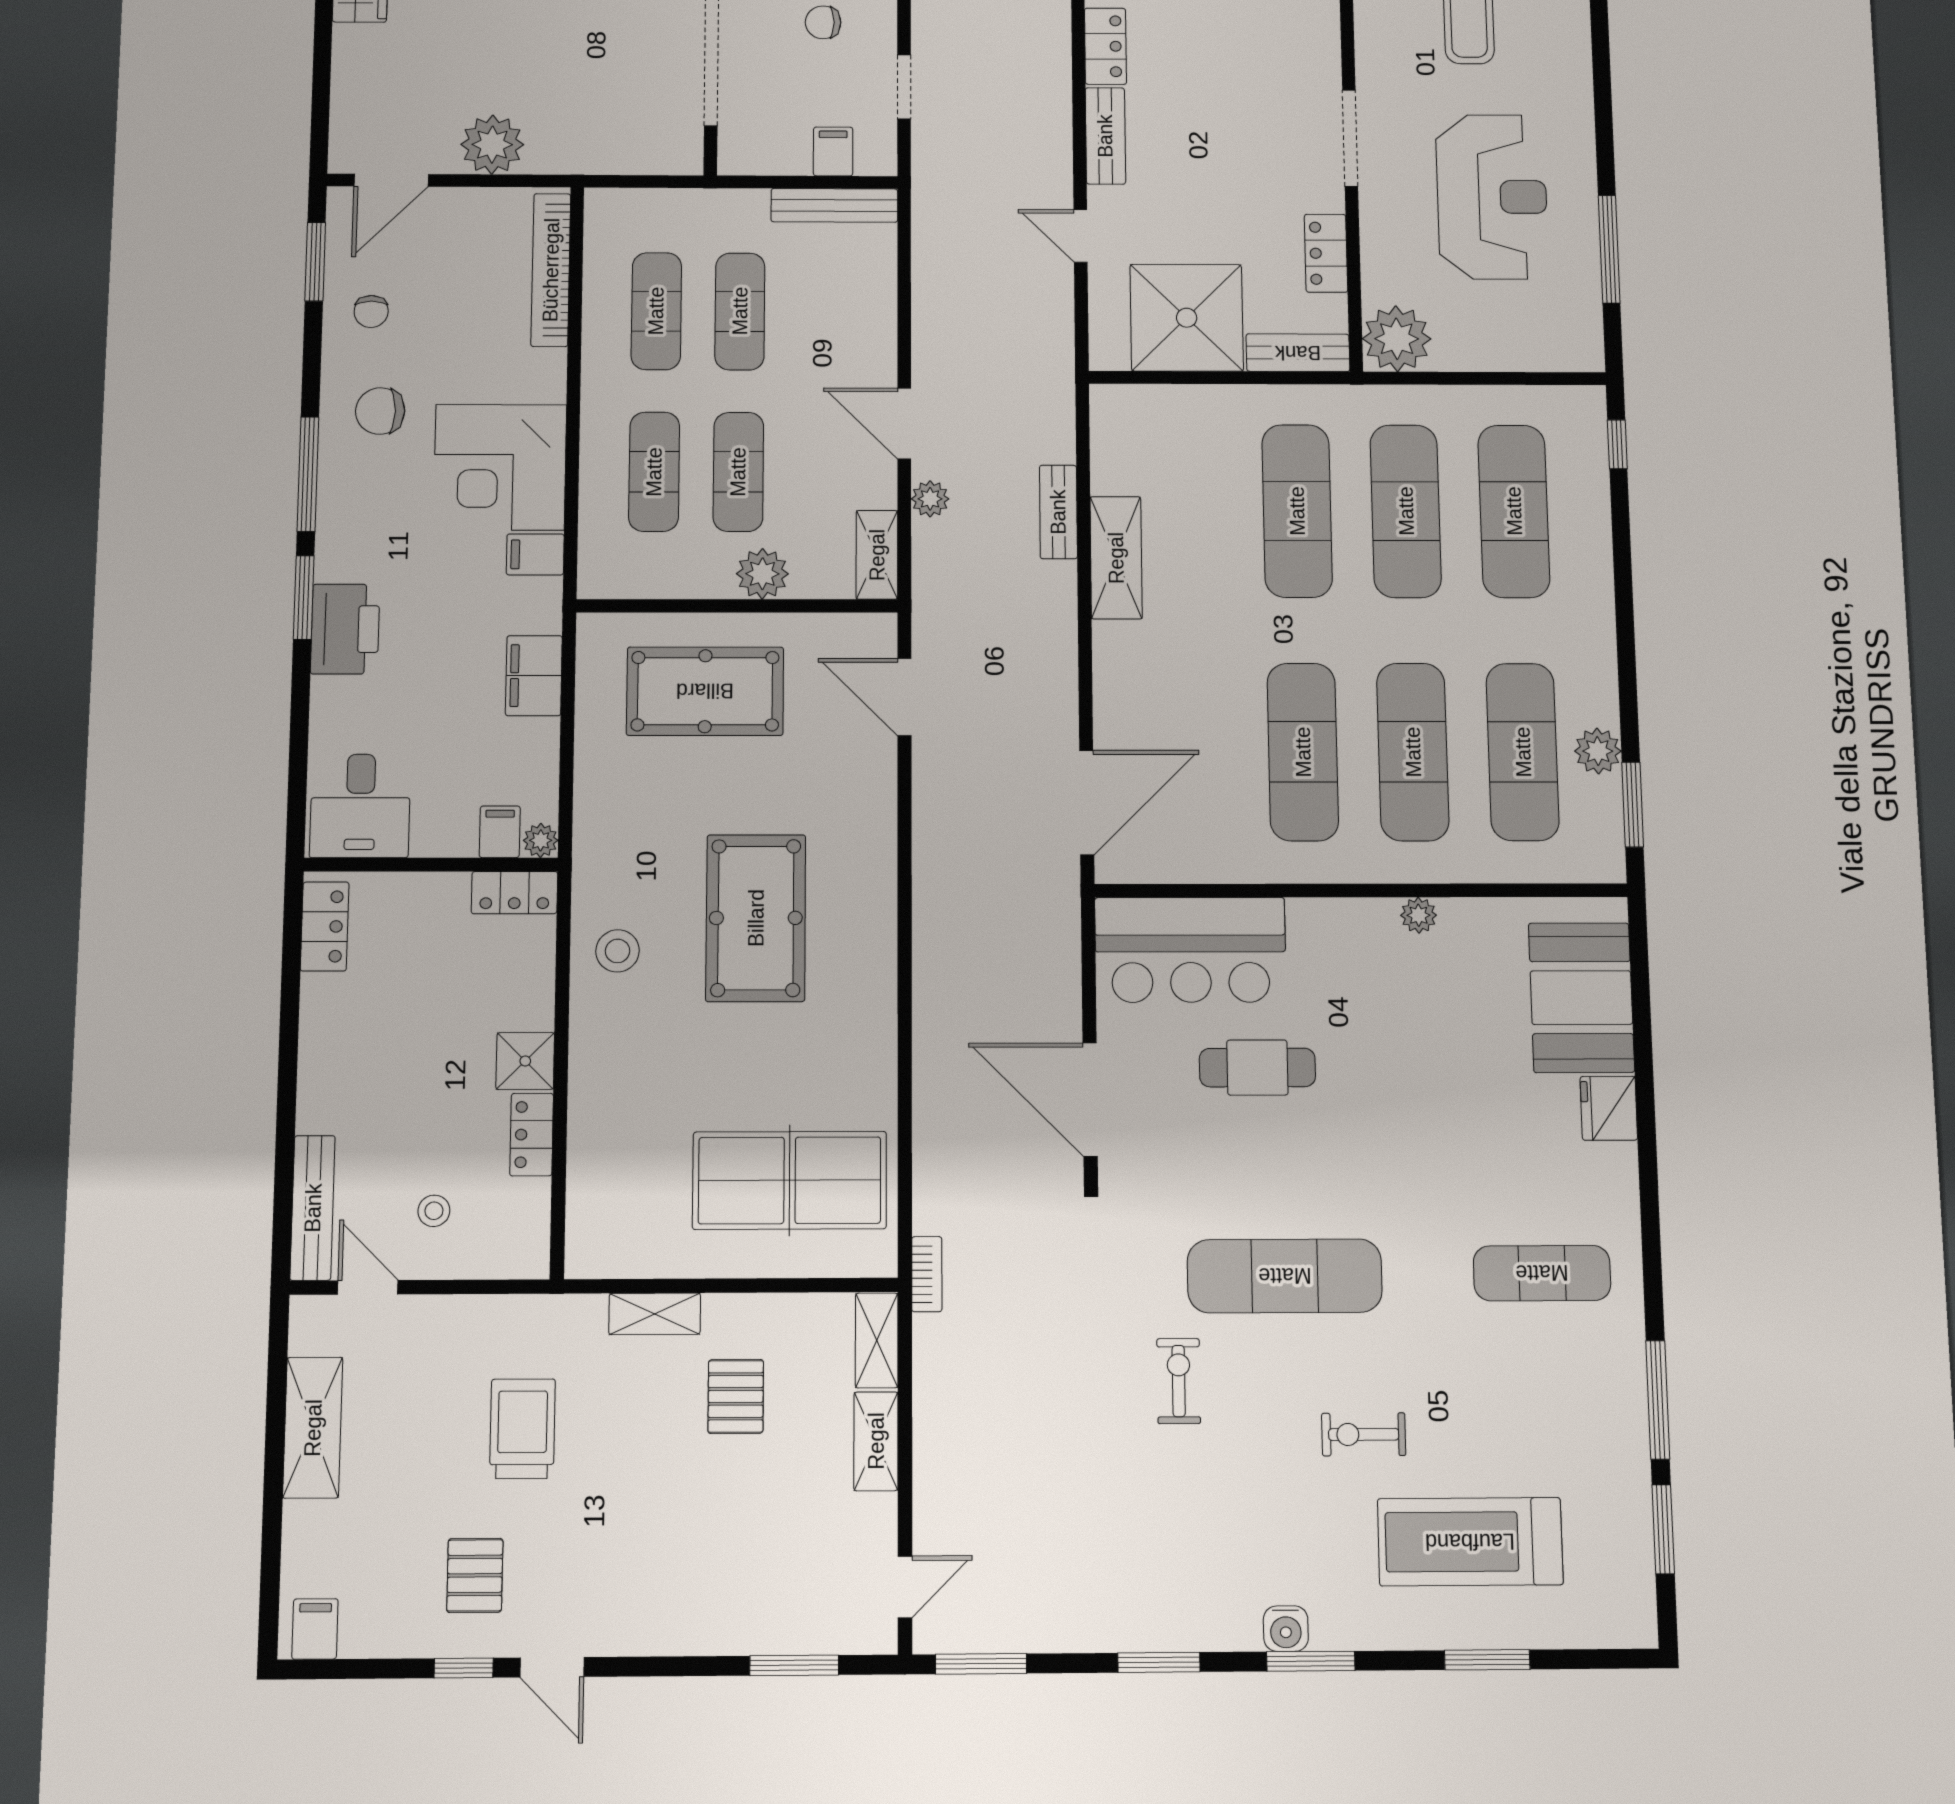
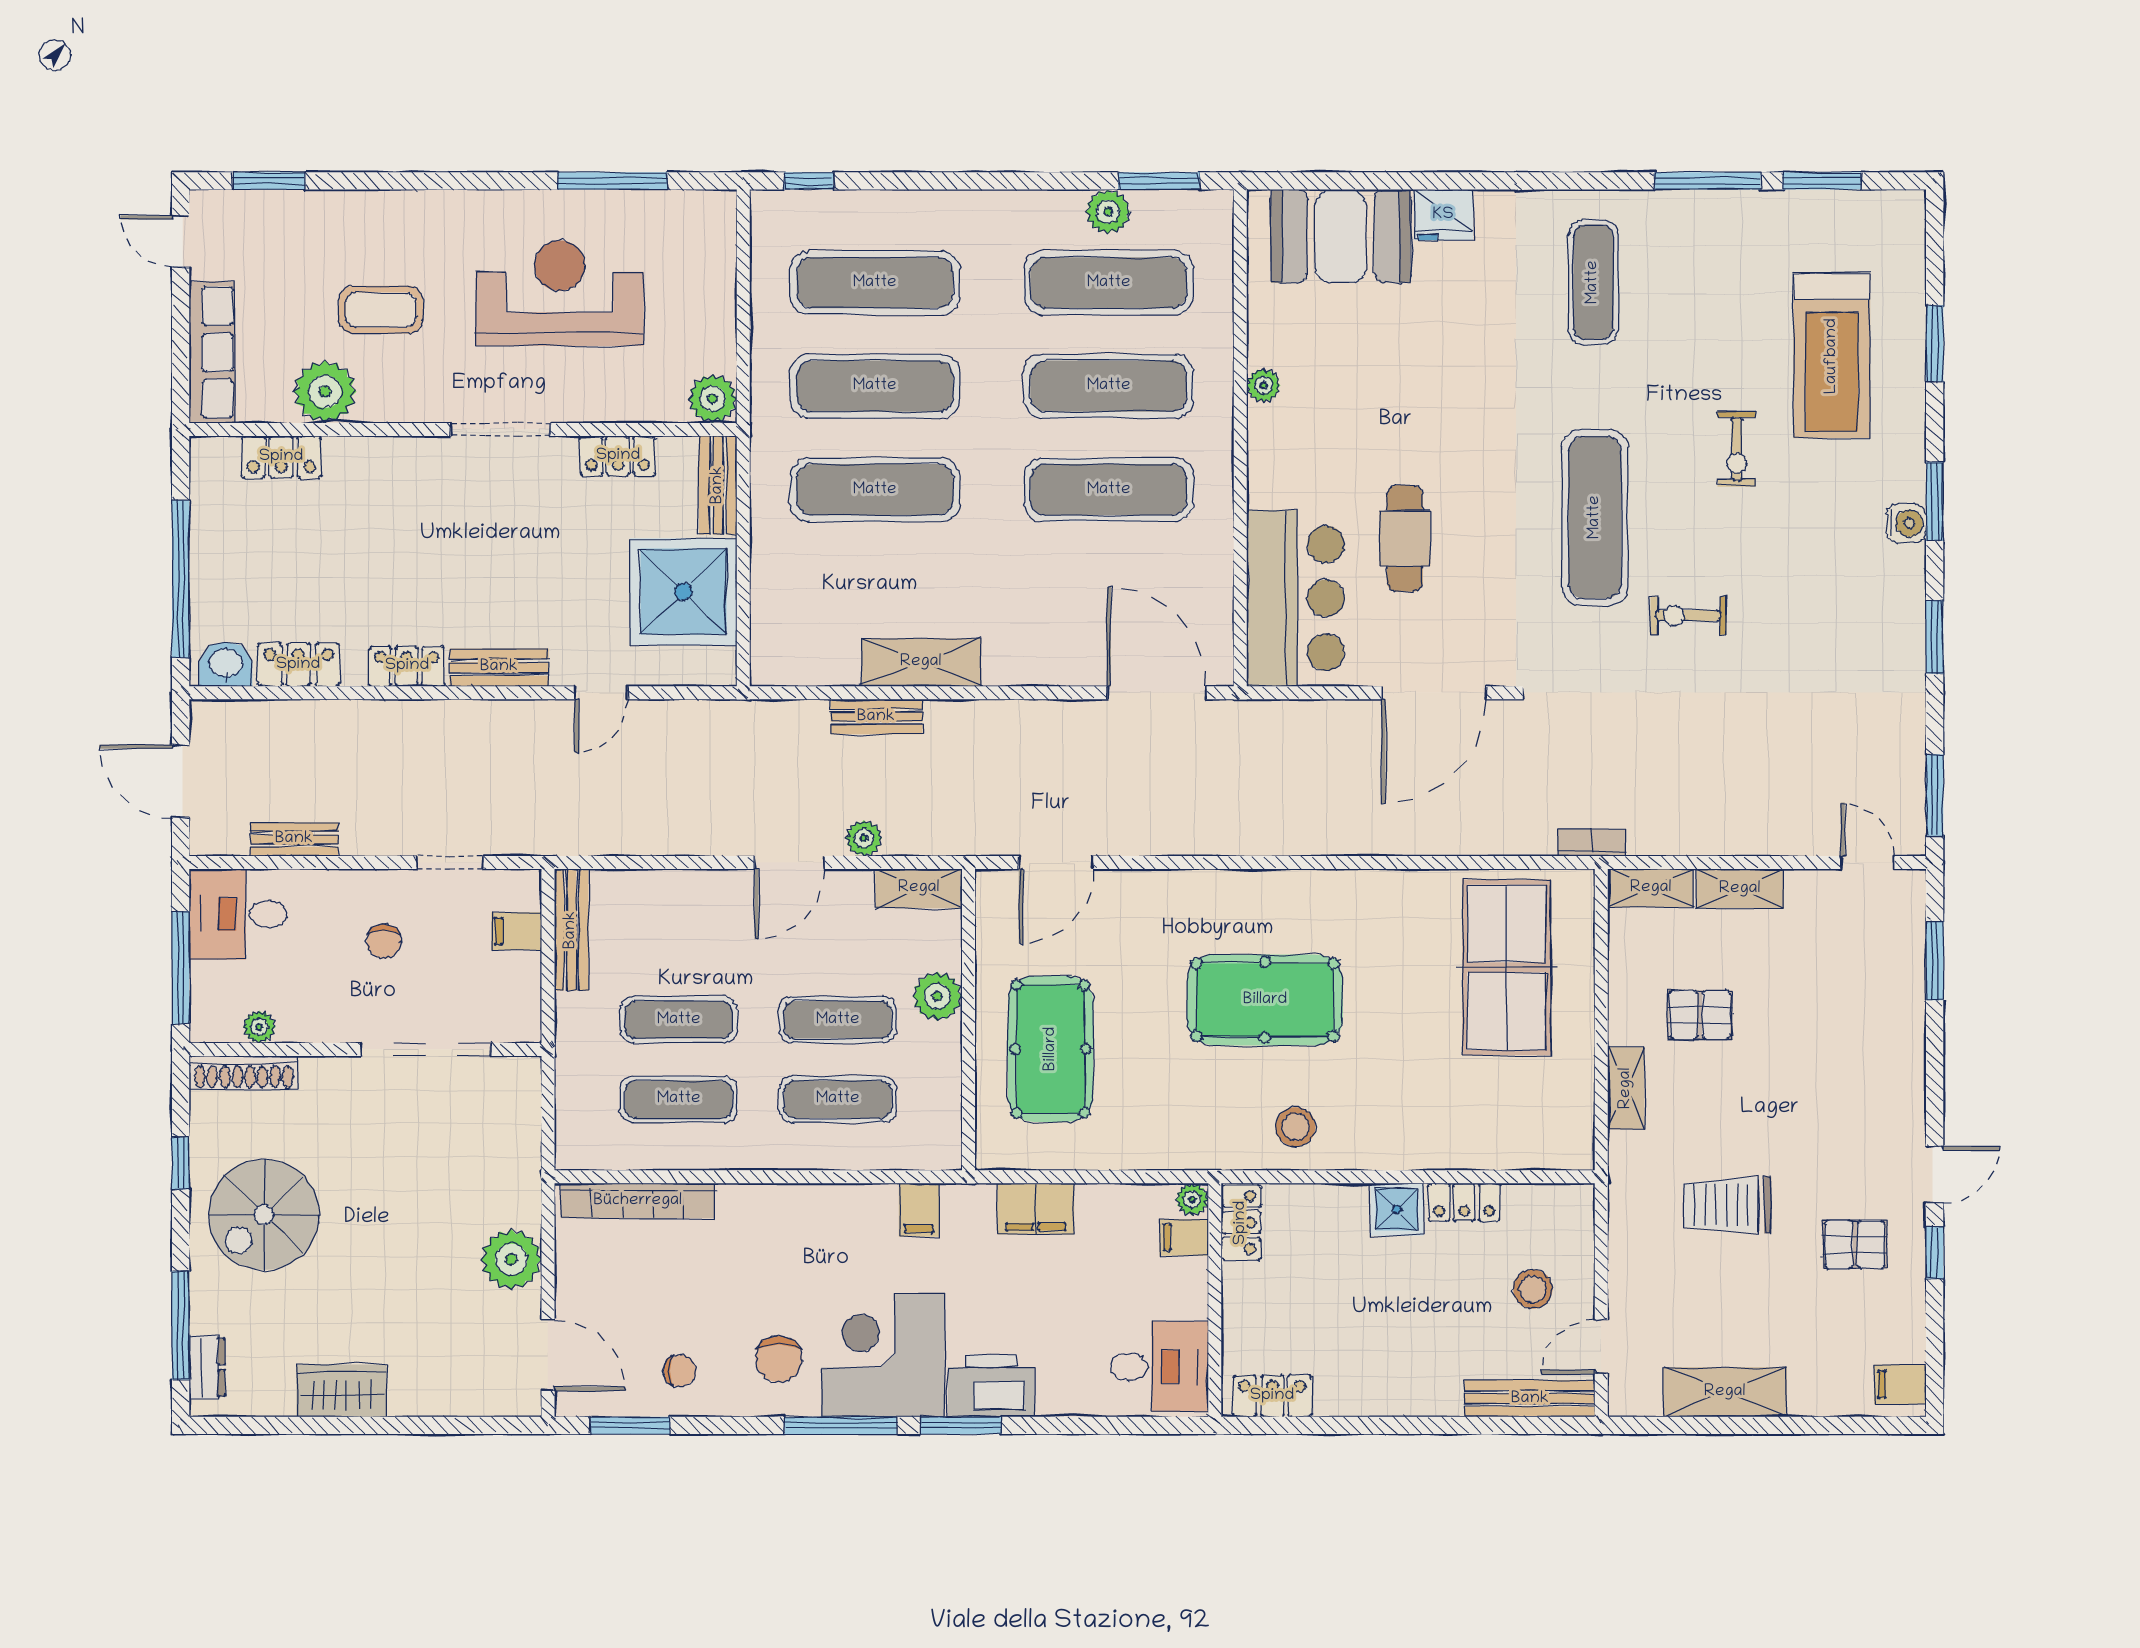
plant: (1397, 339) -> (713, 399), width x0.73, depth x0.73
corner desk: (500, 467) -> (883, 1355), moved, turned 180
stool: (434, 1211) -> (1533, 1289), width x1.37, depth x1.37

